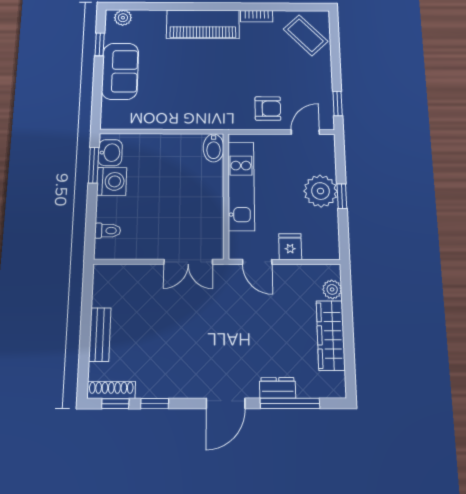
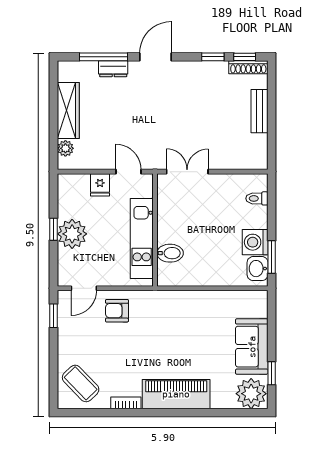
plant: (123, 18) -> (251, 394), width x1.87, depth x1.87
bidet: (214, 148) -> (170, 253), moved, turned 90

